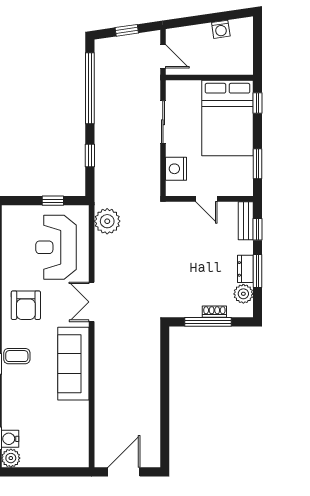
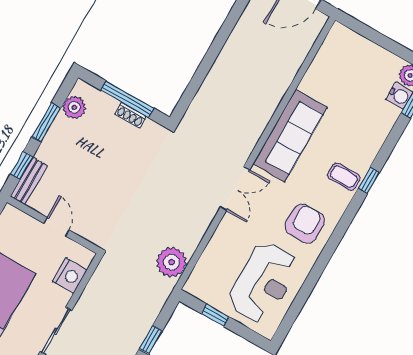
reception desk: (56, 247) -> (264, 282), moved
dresser: (245, 269) -> (58, 132), removed
shoe rack: (214, 312) -> (131, 115), moved

